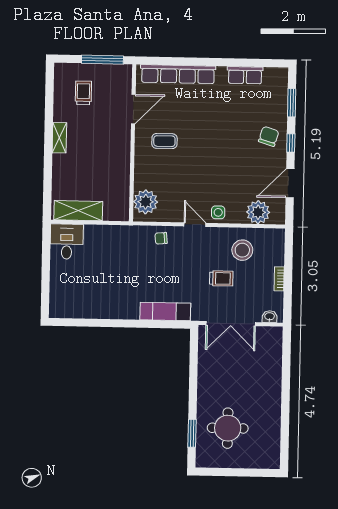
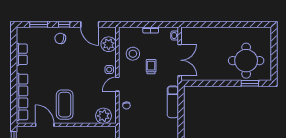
coffee table: (164, 141) -> (65, 105), width x1.86, depth x1.72
round table: (228, 428) -> (246, 61), width x1.36, depth x1.36

